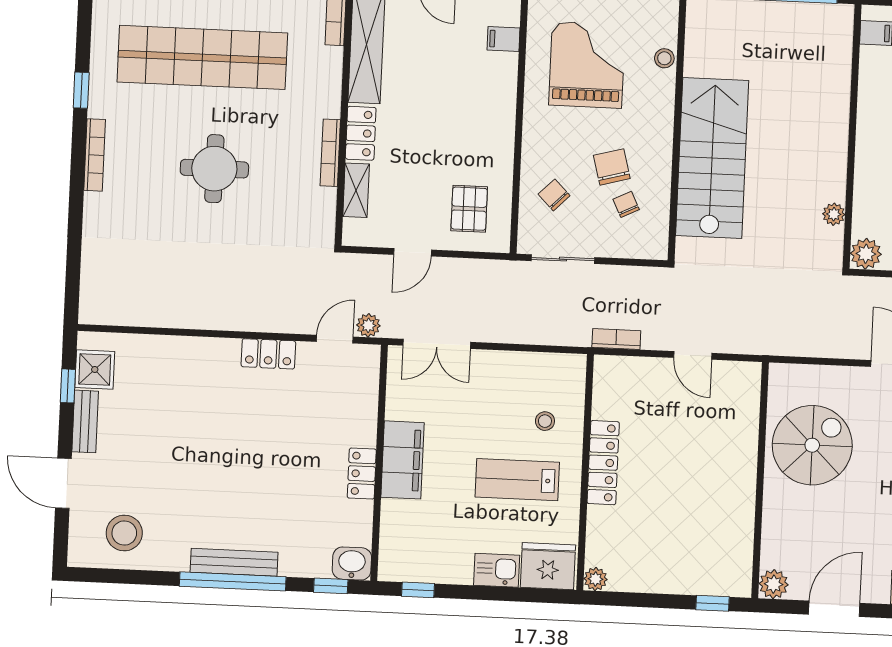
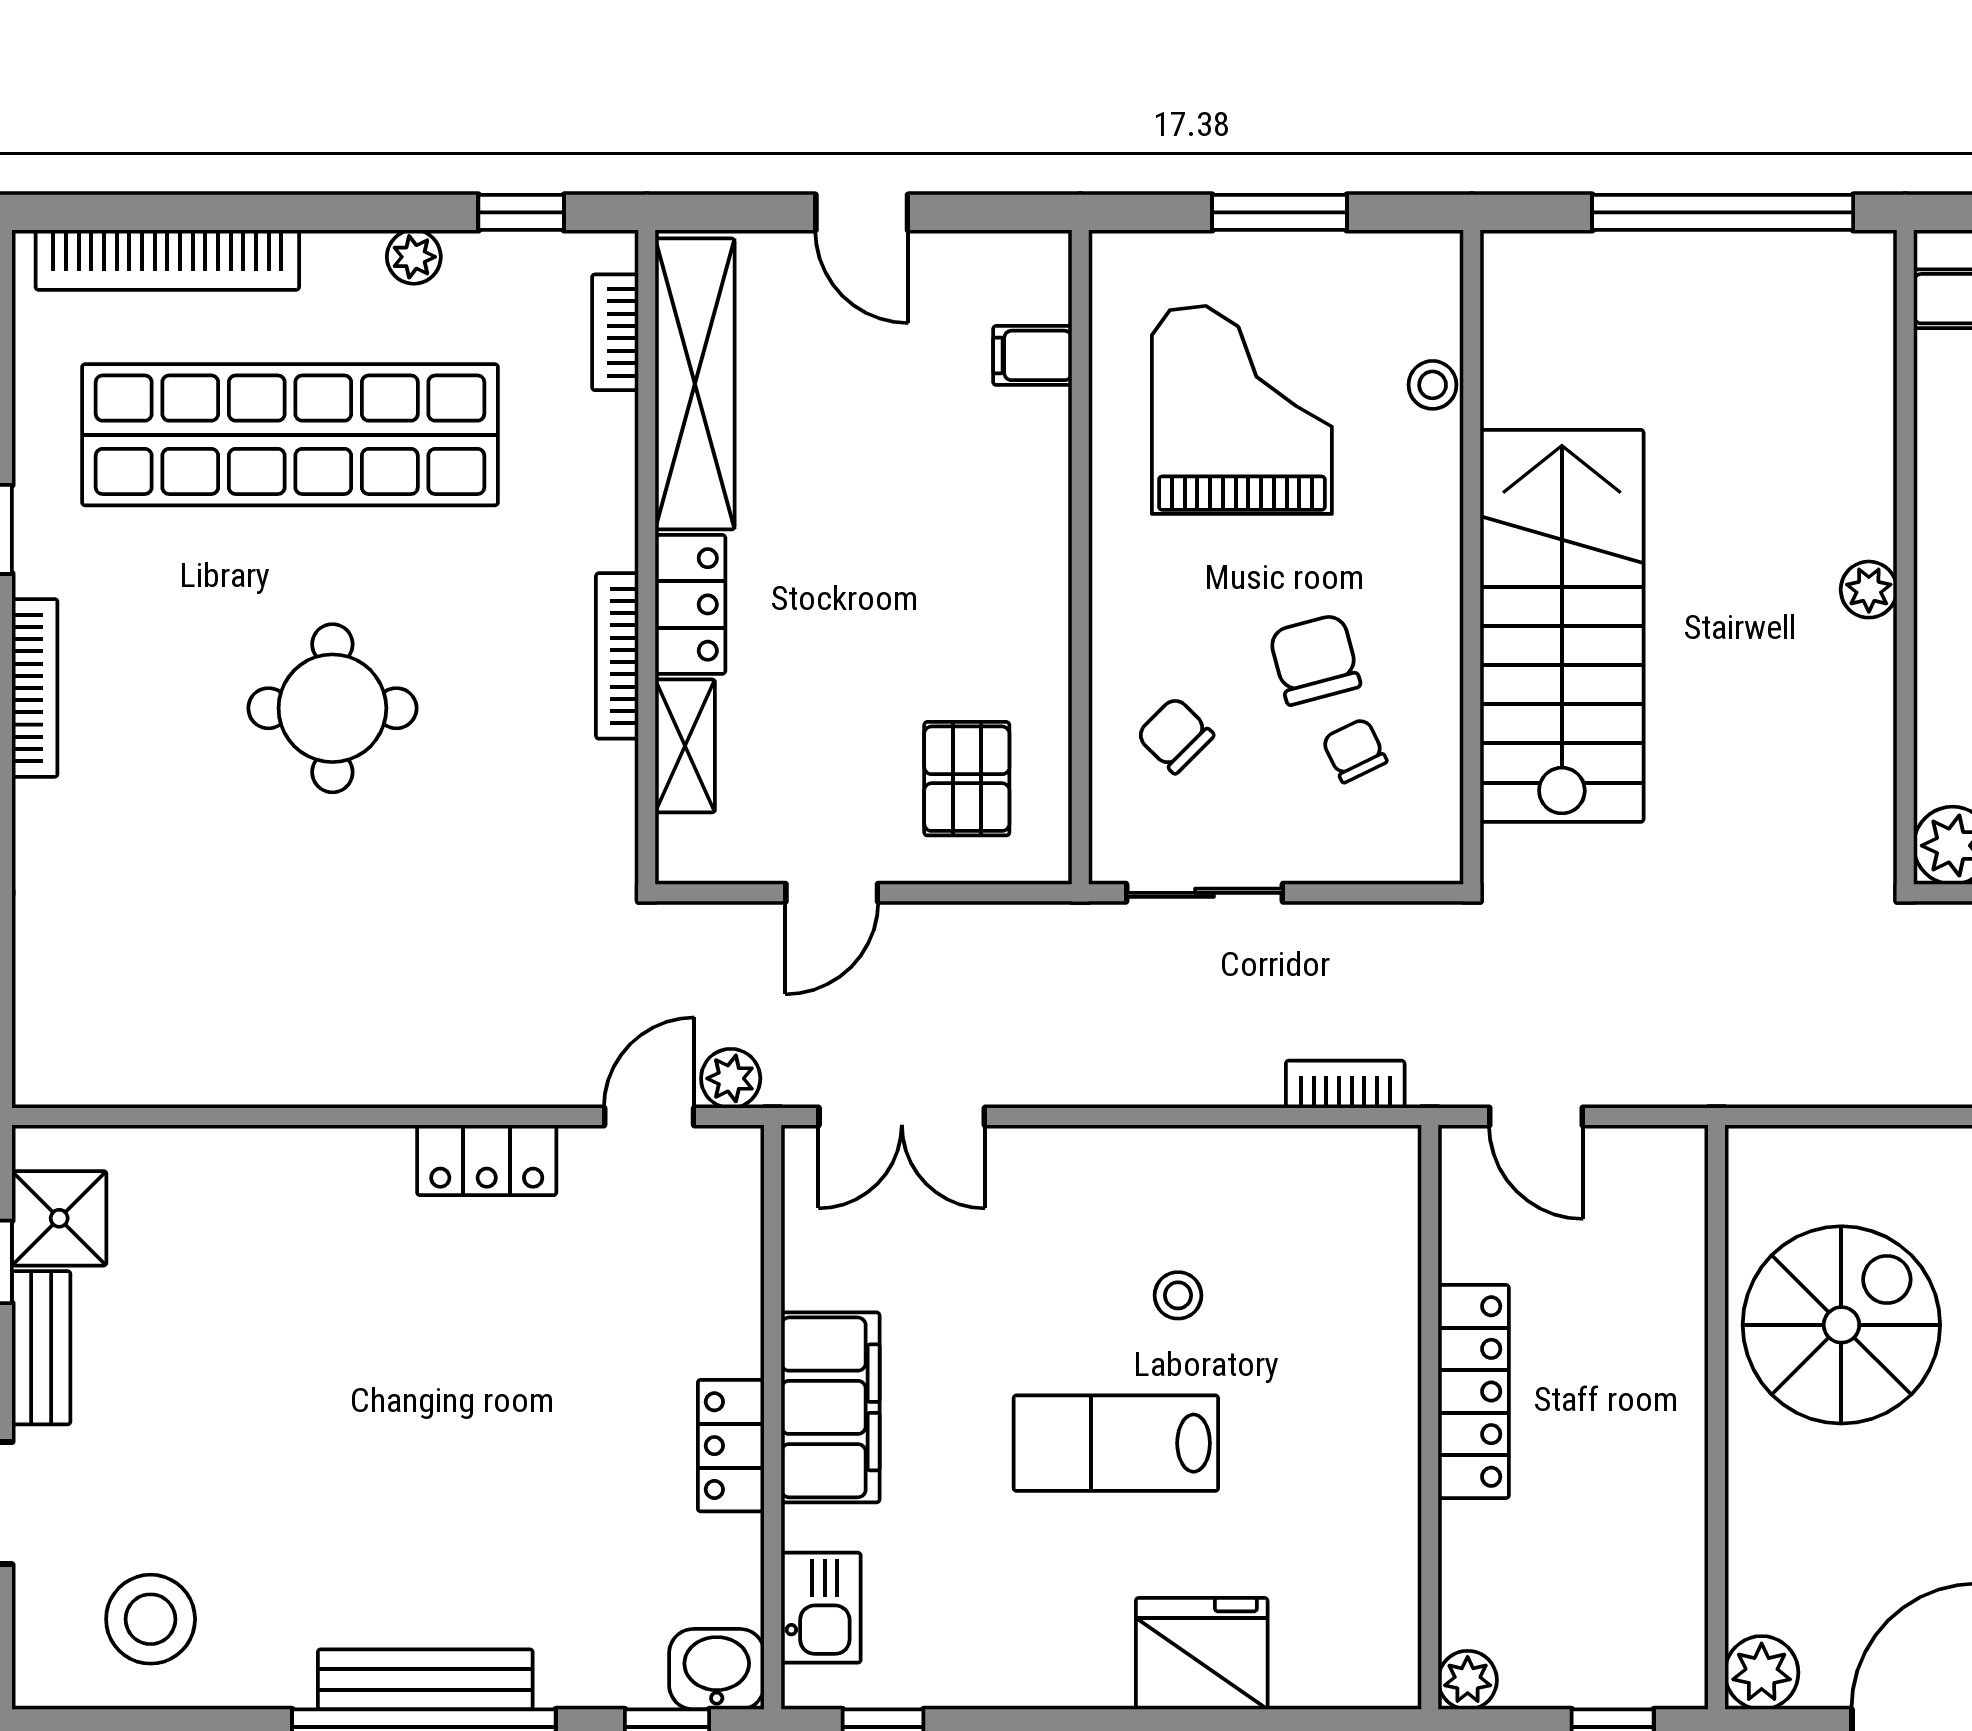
plant: (834, 214) -> (1869, 590), moved
locker: (603, 463) -> (1474, 1392), moved
wall: (585, 472) -> (1430, 1417), moved
kitchen sink: (497, 570) -> (821, 1608), moved, turned 90
plant: (596, 579) -> (1468, 1680), moved

